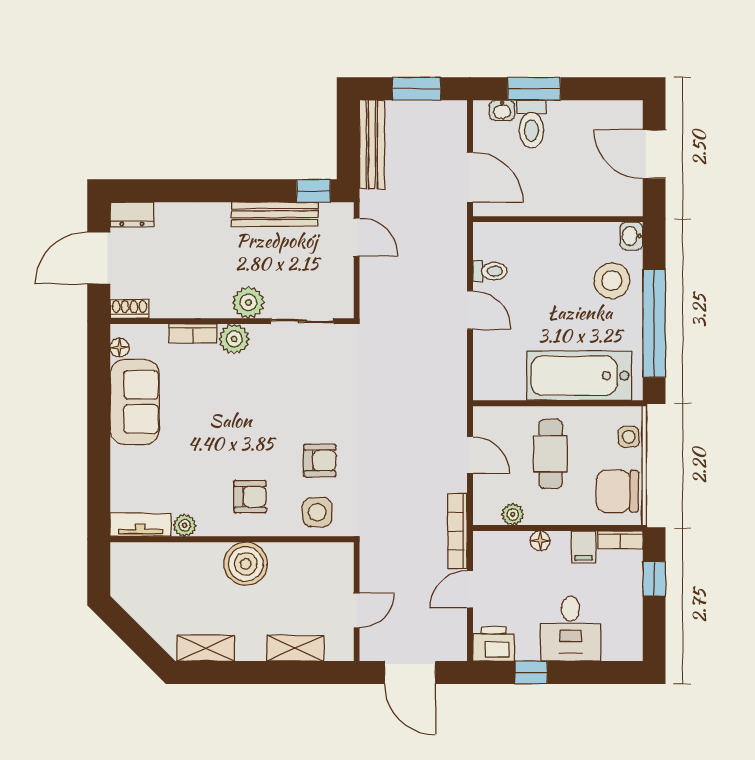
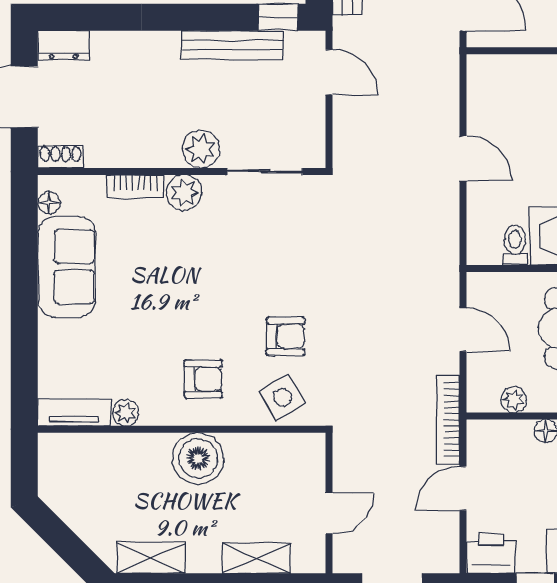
toilet: (490, 271) -> (515, 245), moved, turned -90
side table: (317, 512) -> (283, 397), turned -31

